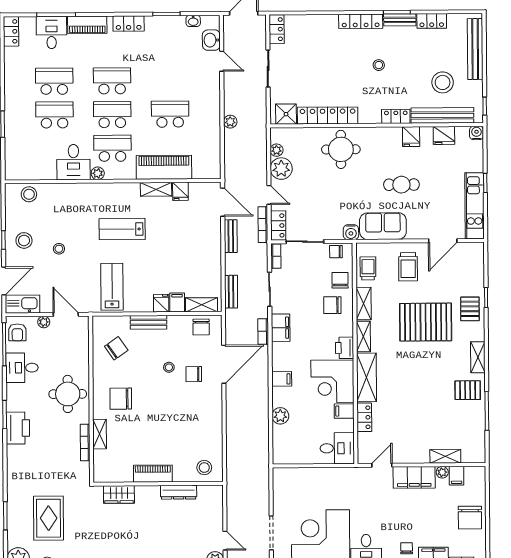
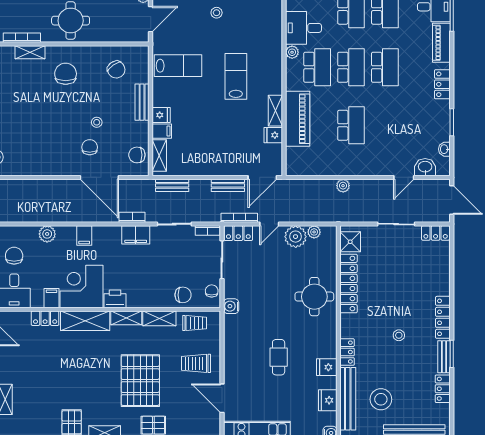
sofa: (383, 226) -> (237, 338), removed
chair: (332, 305) -> (14, 256), moved

